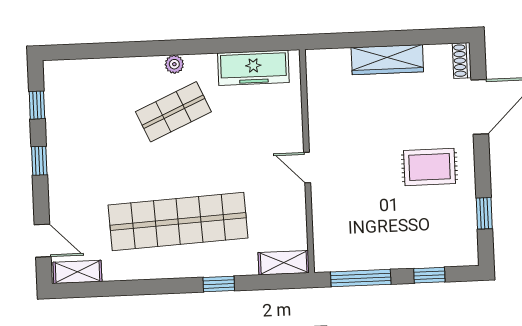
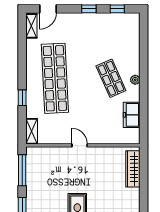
wardrobe: (387, 60) -> (133, 169), moved
freezer: (253, 68) -> (132, 115), width x0.71
door: (307, 168) -> (80, 145), hinge flipped

